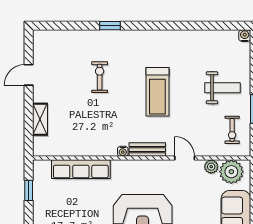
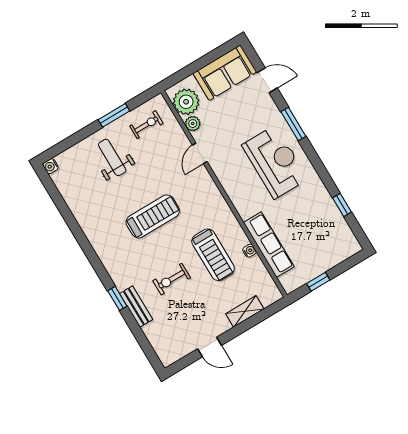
treadmill: (99, 121) -> (213, 255), added
bench: (147, 150) -> (136, 307), moved
water cooler: (123, 151) -> (249, 251), moved

